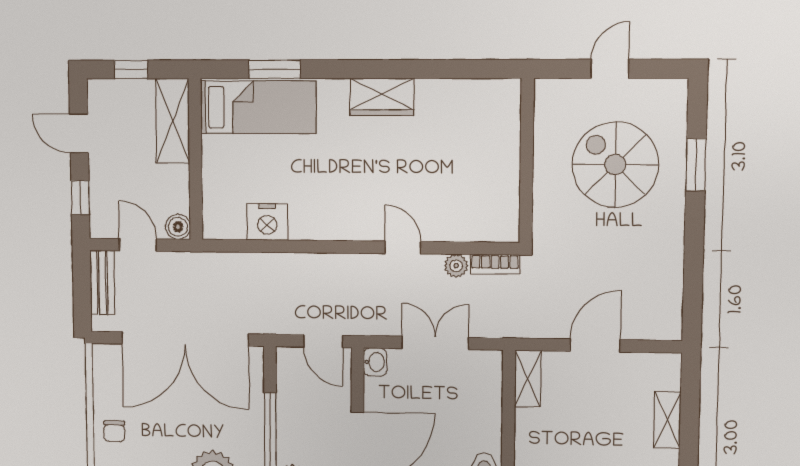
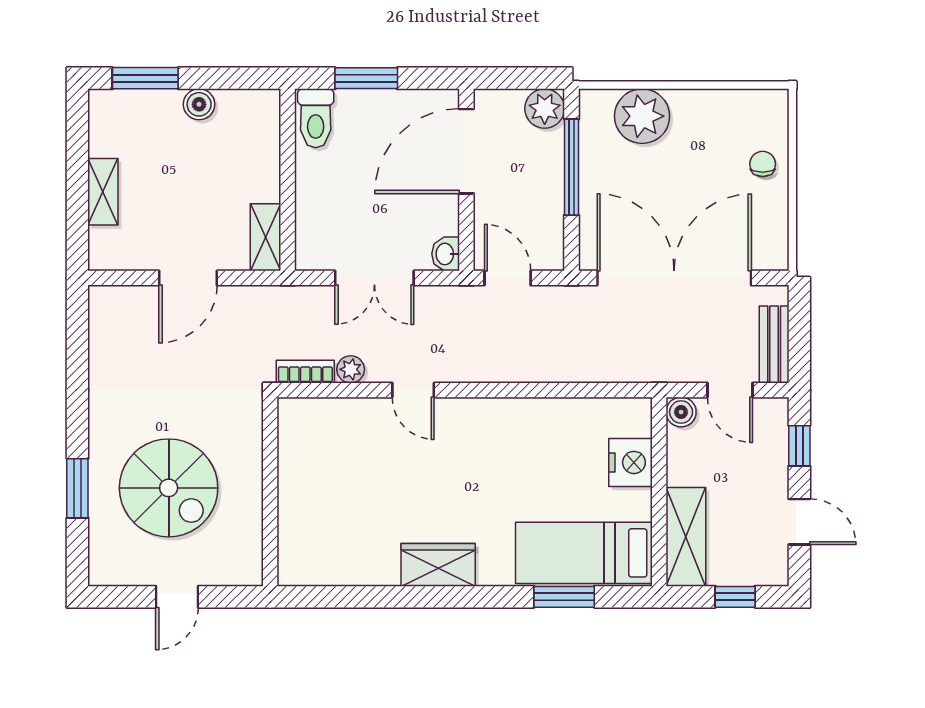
nightstand: (267, 222) -> (630, 462), moved, turned 90

